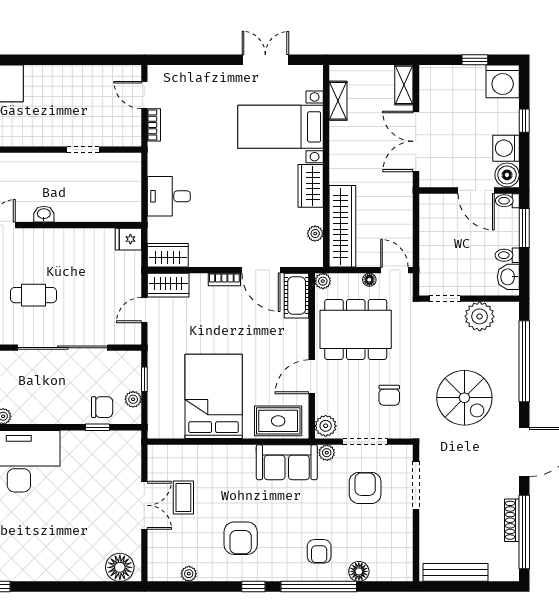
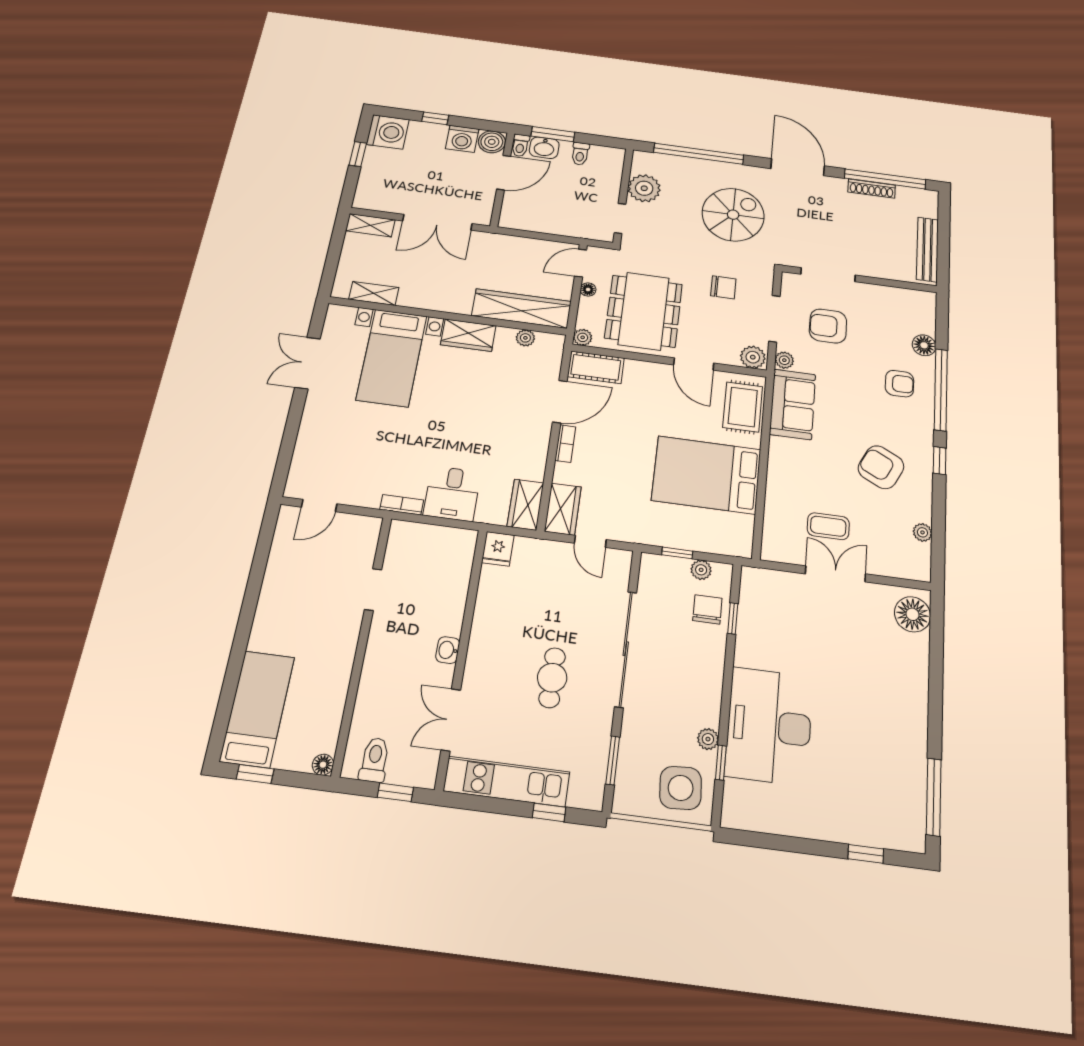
bookcase: (154, 125) -> (402, 505), moved
washbasin: (508, 277) -> (544, 148), moved
armchair: (241, 538) -> (881, 467), turned -153

